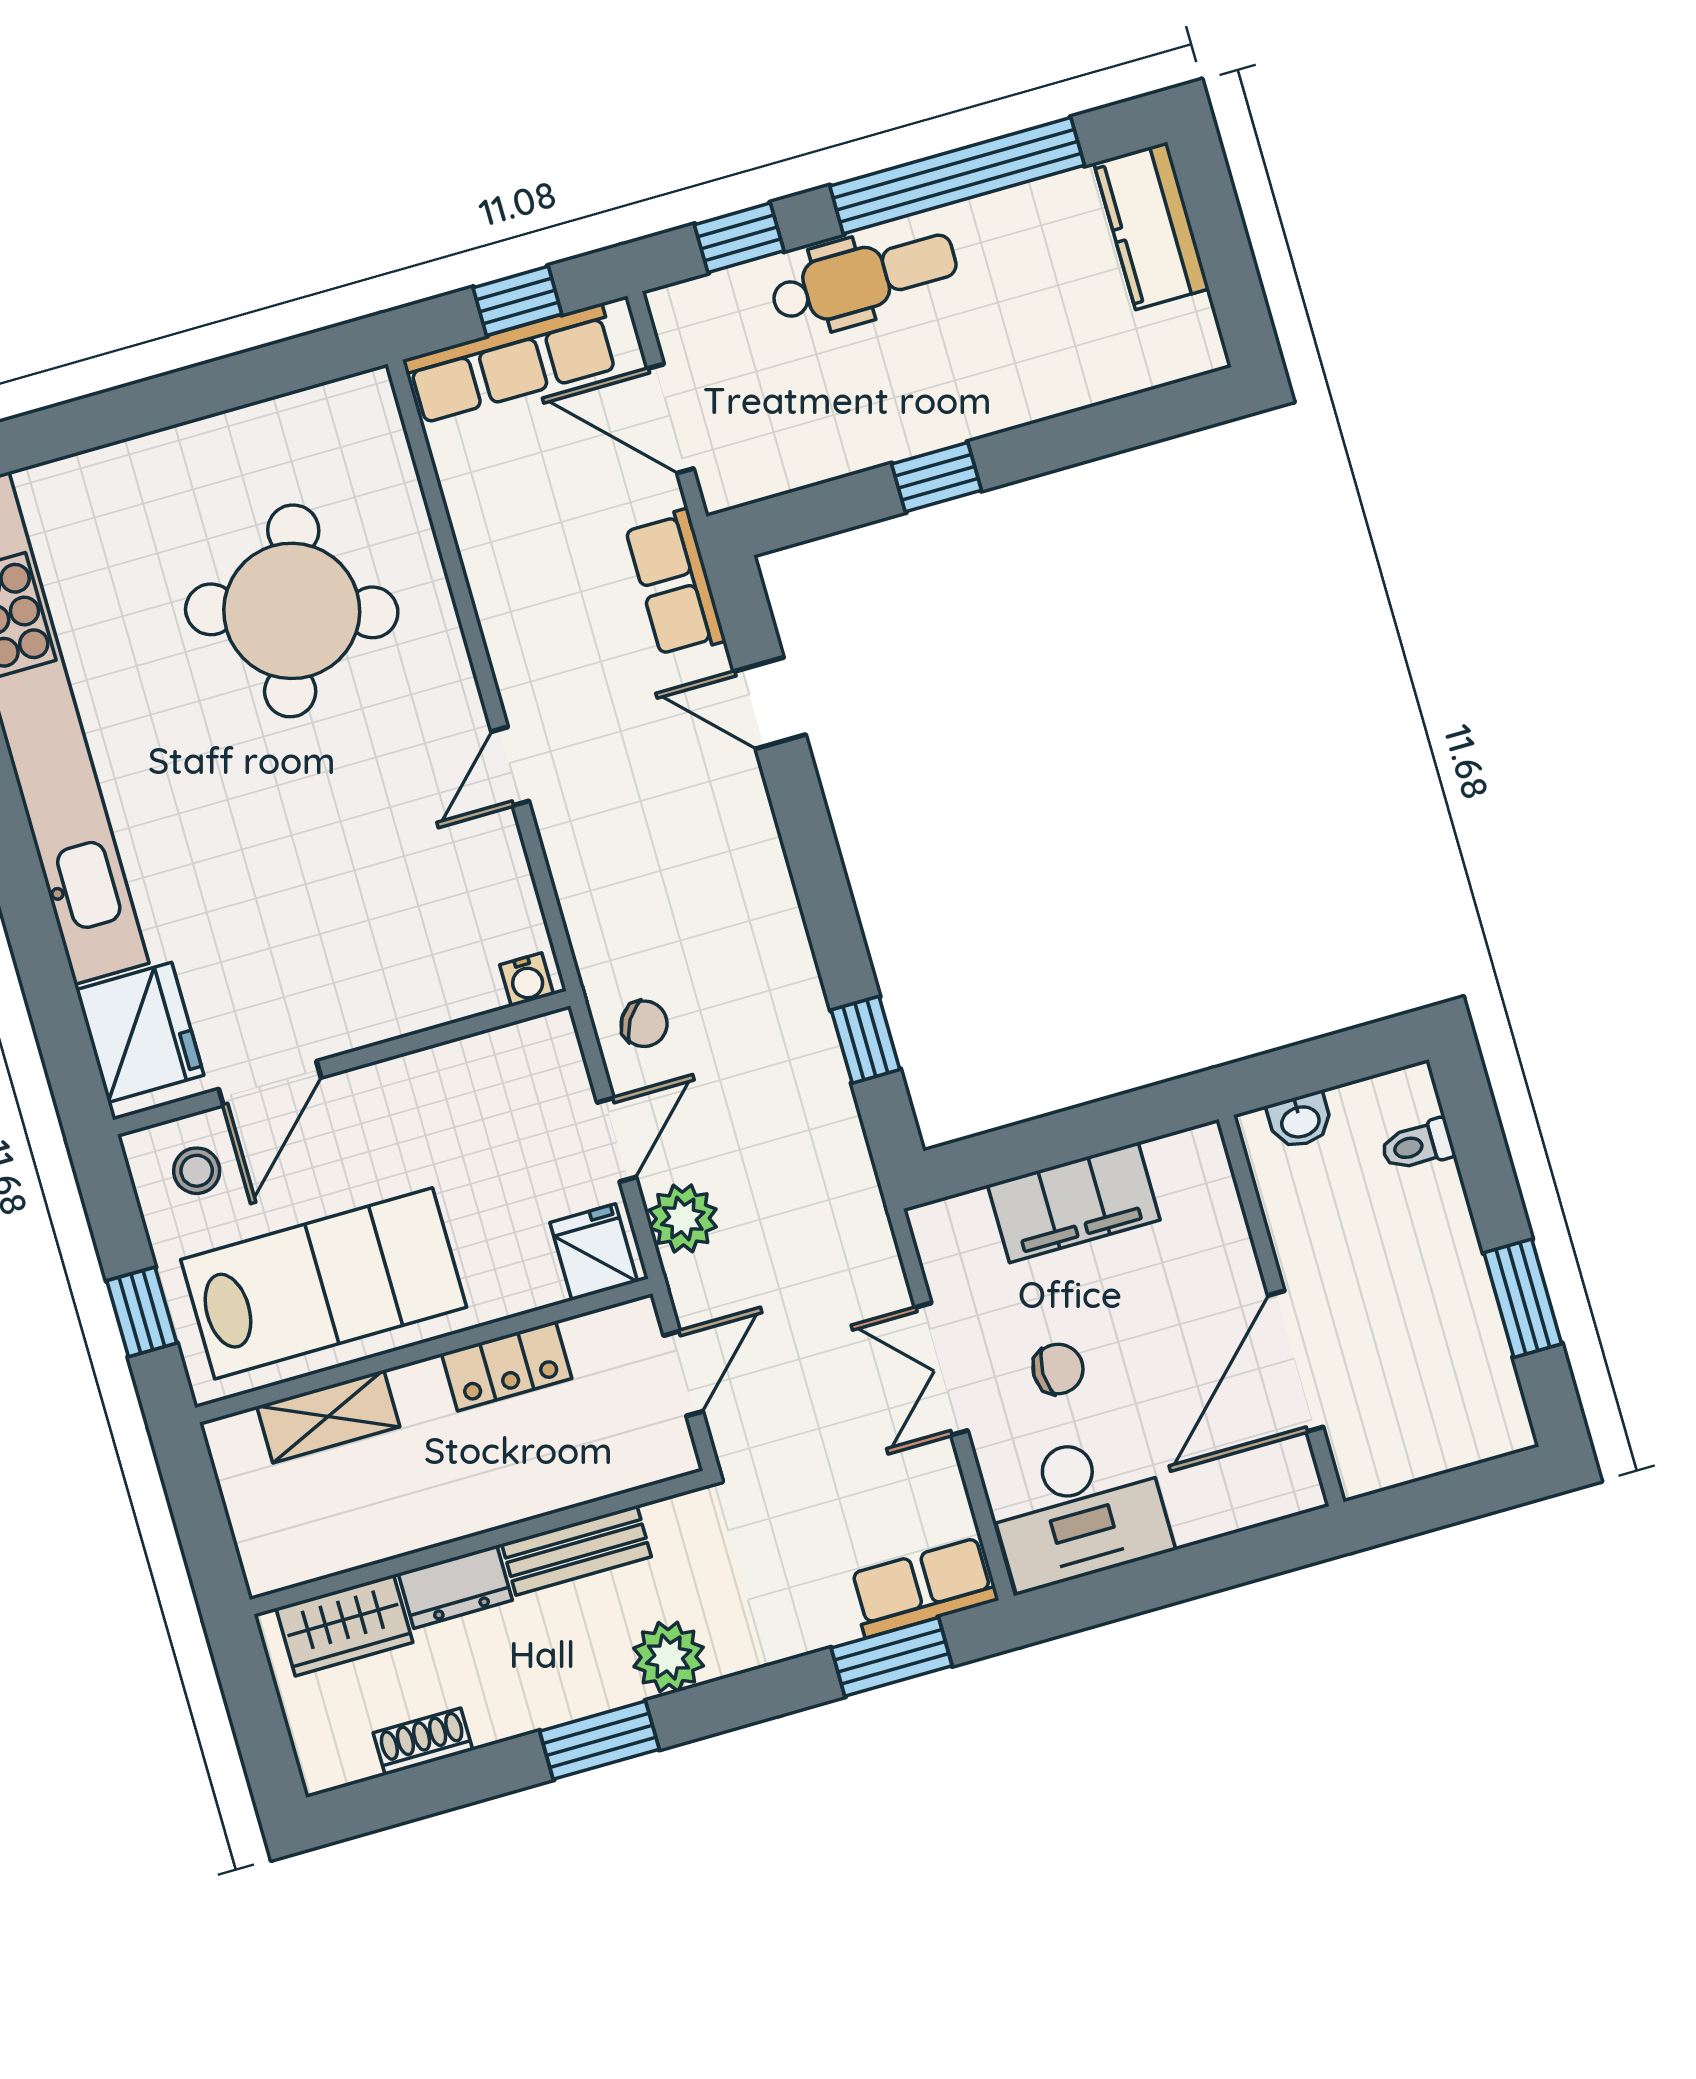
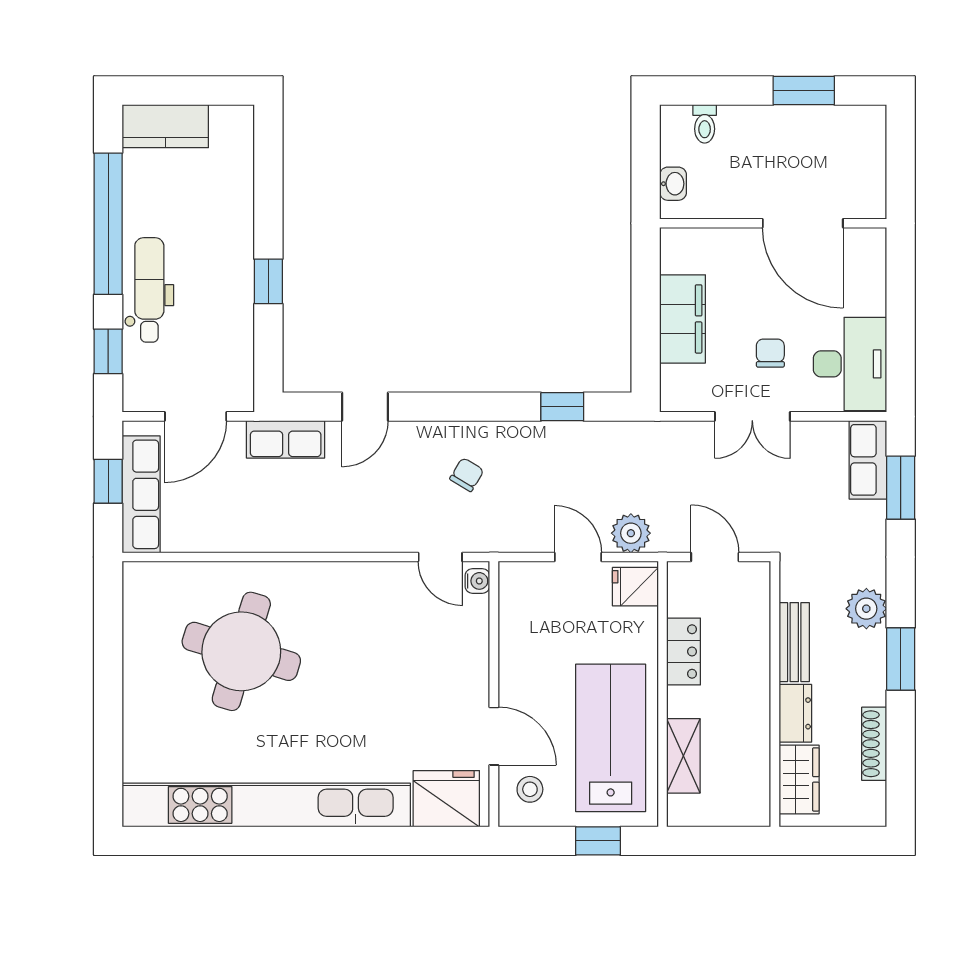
door: (510, 766) -> (440, 557), moved
chair: (644, 1024) -> (467, 475), moved
shoe rack: (423, 1741) -> (874, 744), width x1.43

